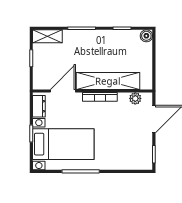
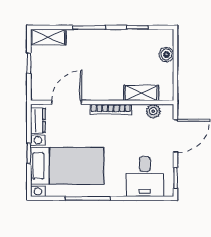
boiler: (146, 36) -> (166, 54), moved
shelving: (108, 81) -> (141, 93), width x0.45, depth x0.75
desk: (128, 153) -> (145, 177), added

